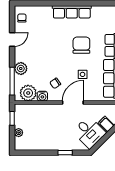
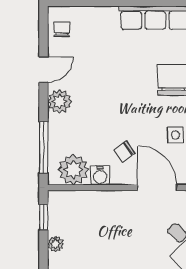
plant: (21, 69) -> (60, 101), moved
door: (73, 103) -> (157, 188), hinge flipped

